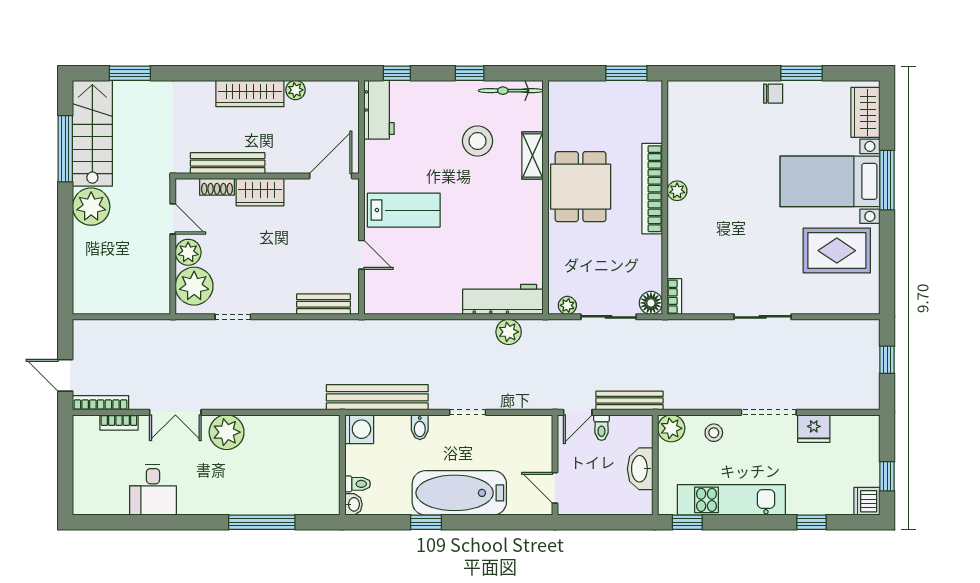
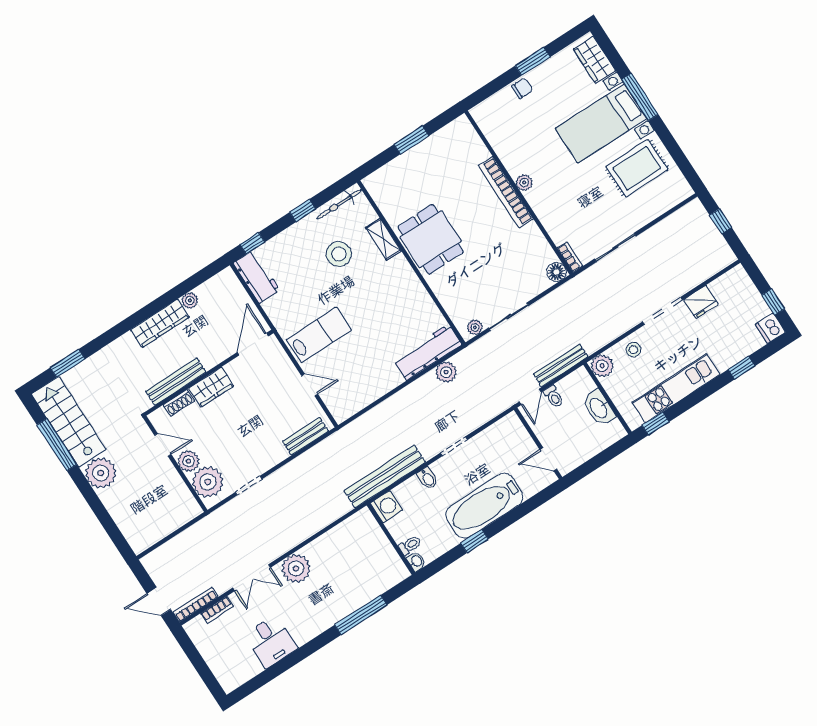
bookcase: (652, 189) -> (506, 192), moved
plant: (677, 191) -> (524, 183), moved
wall: (665, 197) -> (519, 193), moved
bookcase: (674, 297) -> (570, 257), moved
floor lamp: (651, 303) -> (556, 272), moved

